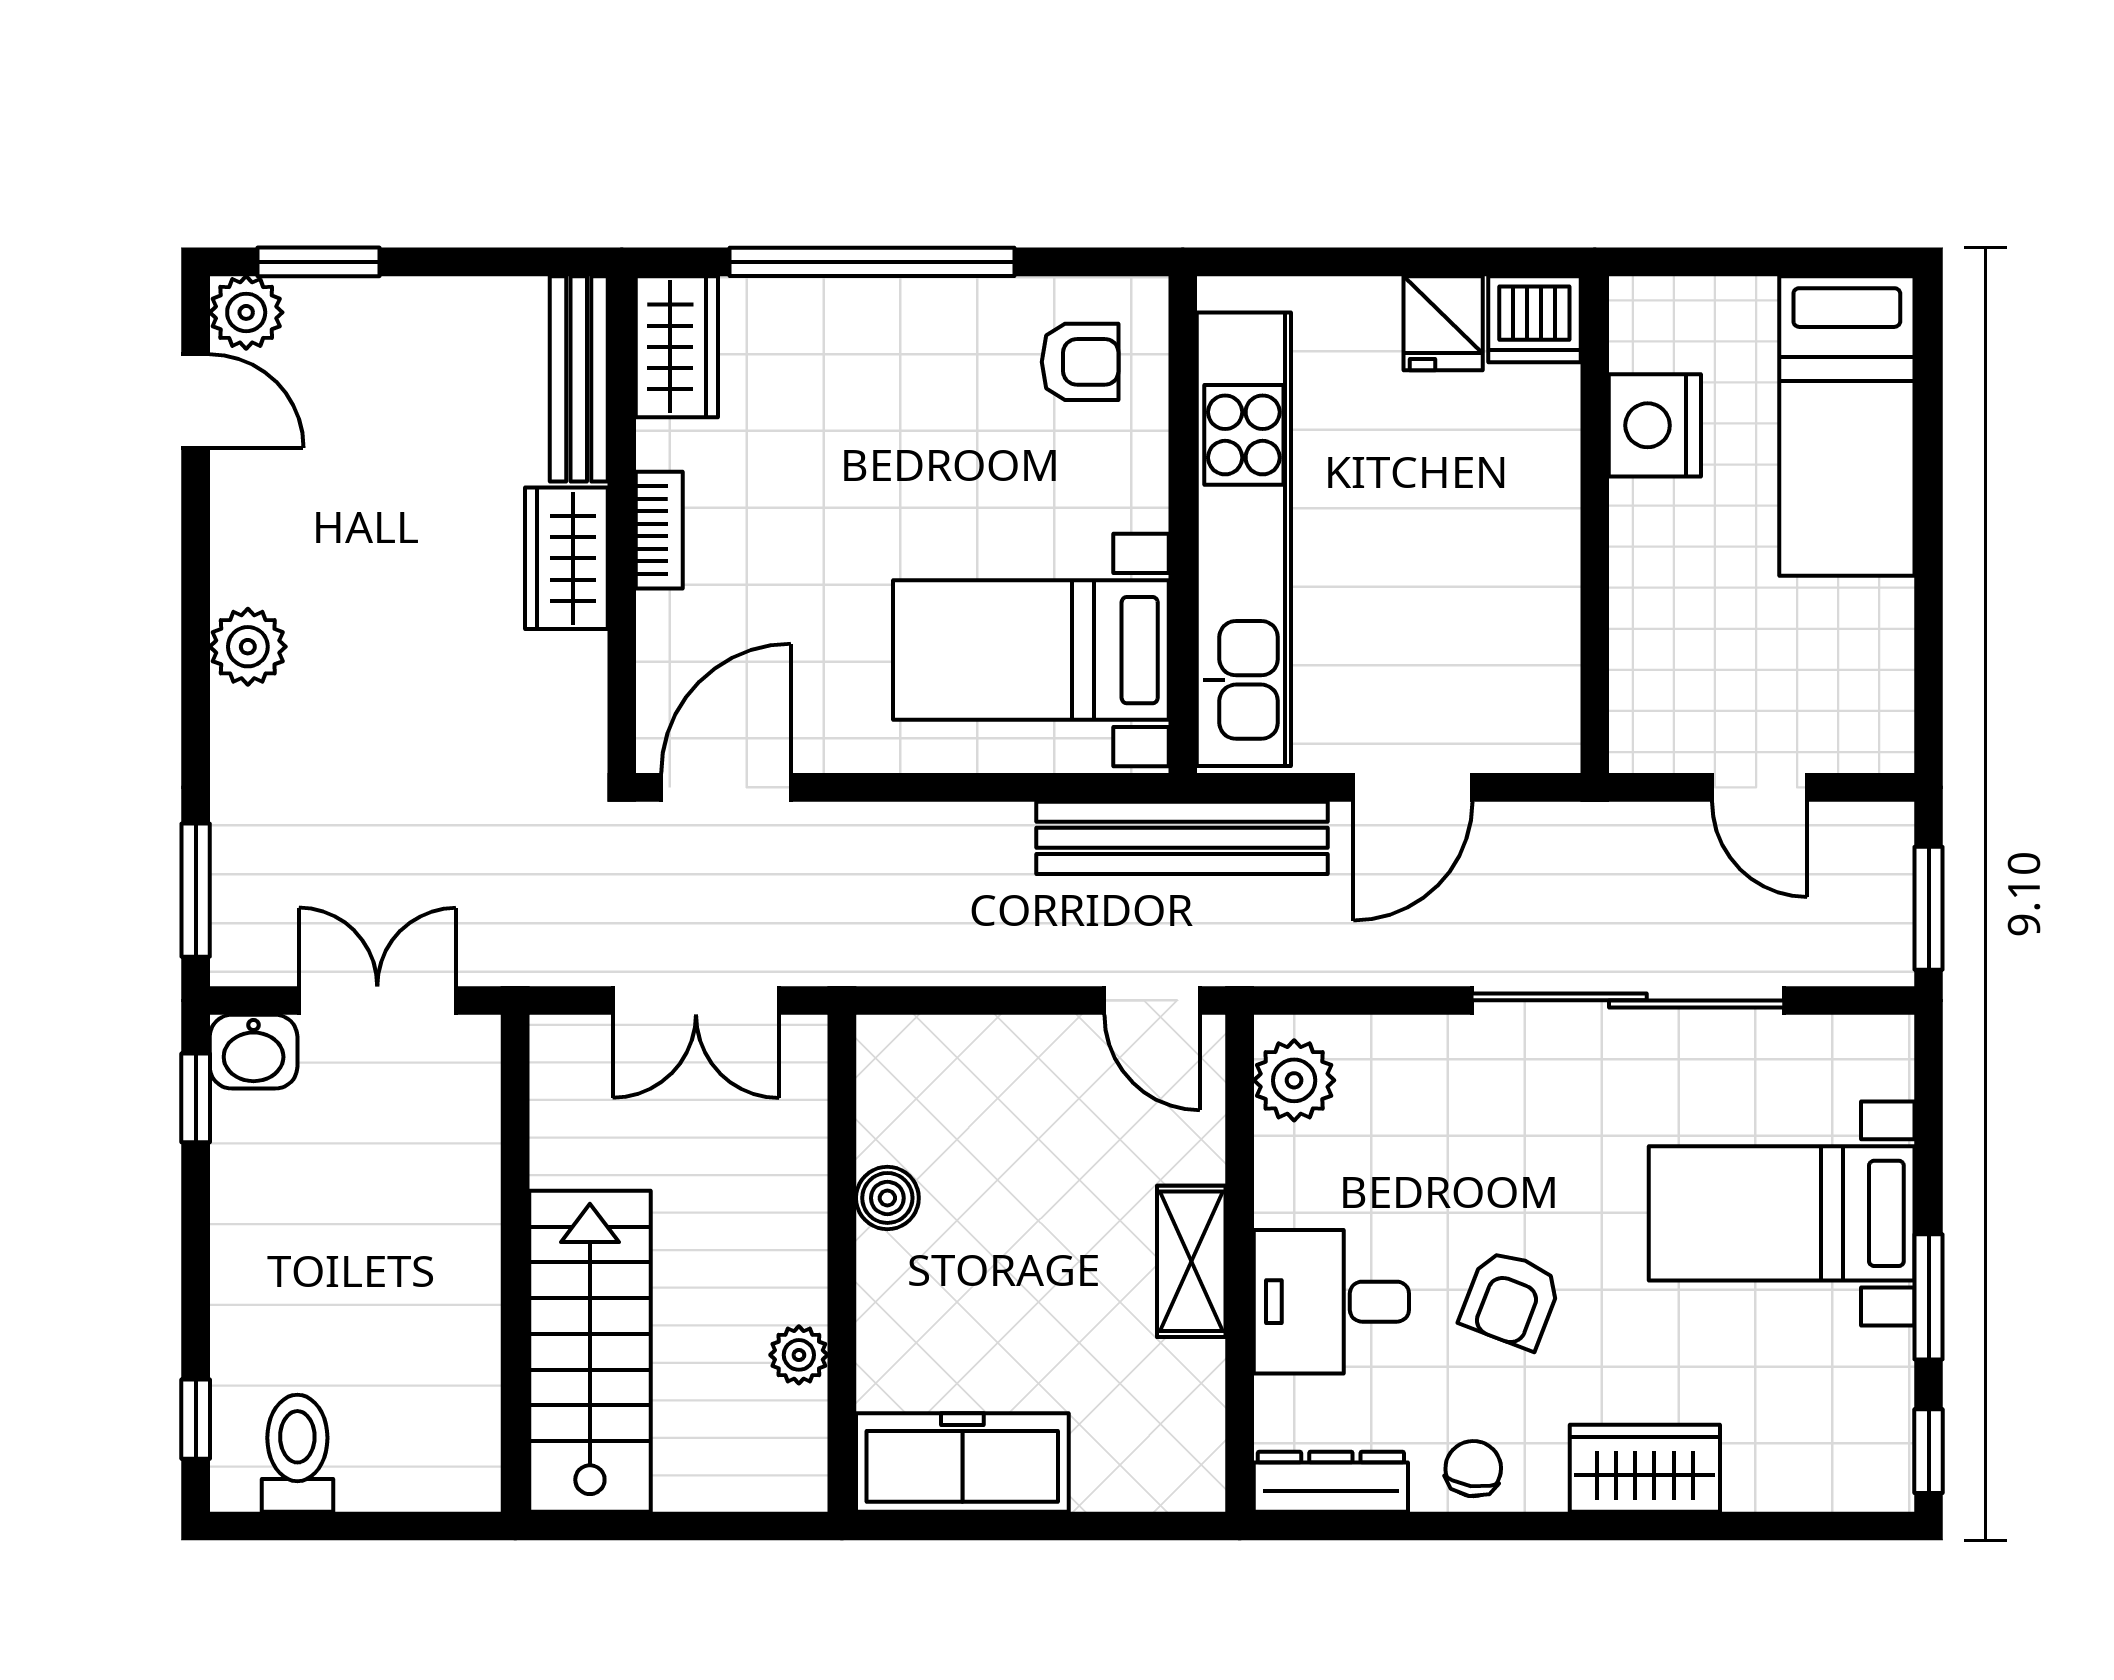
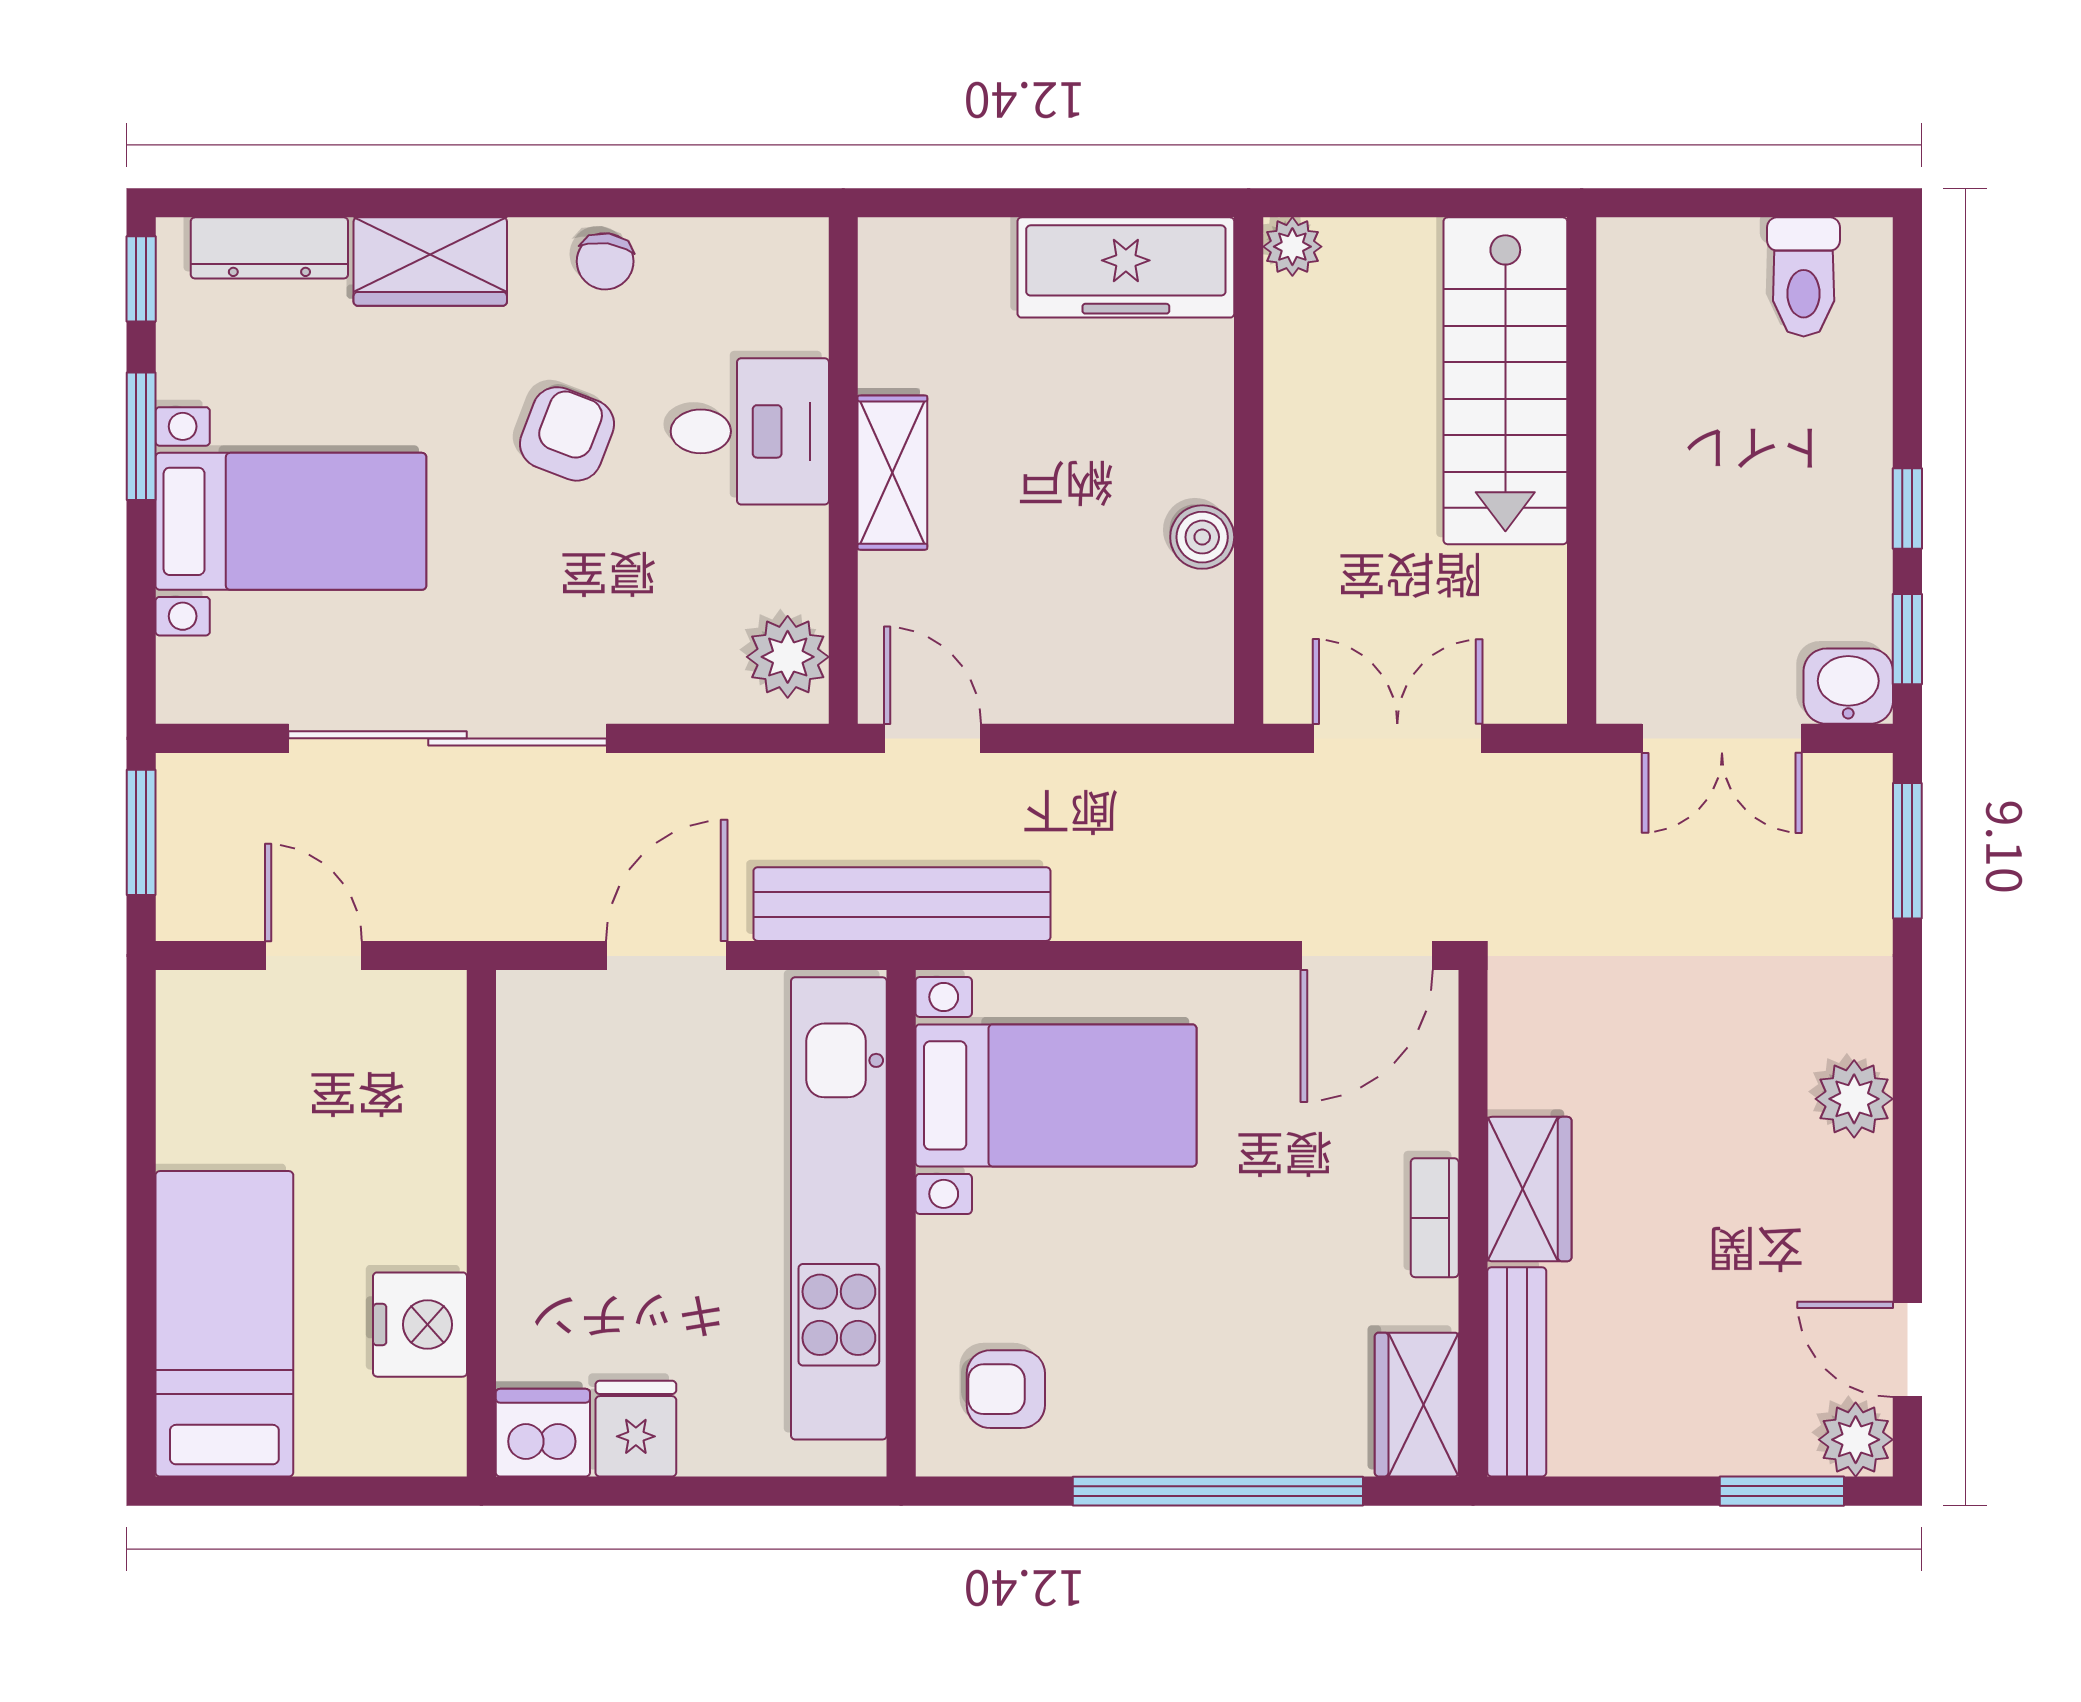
plant: (799, 1355) -> (1292, 247), moved
window: (196, 1419) -> (1907, 508), moved
dresser: (1331, 1482) -> (269, 248), moved

